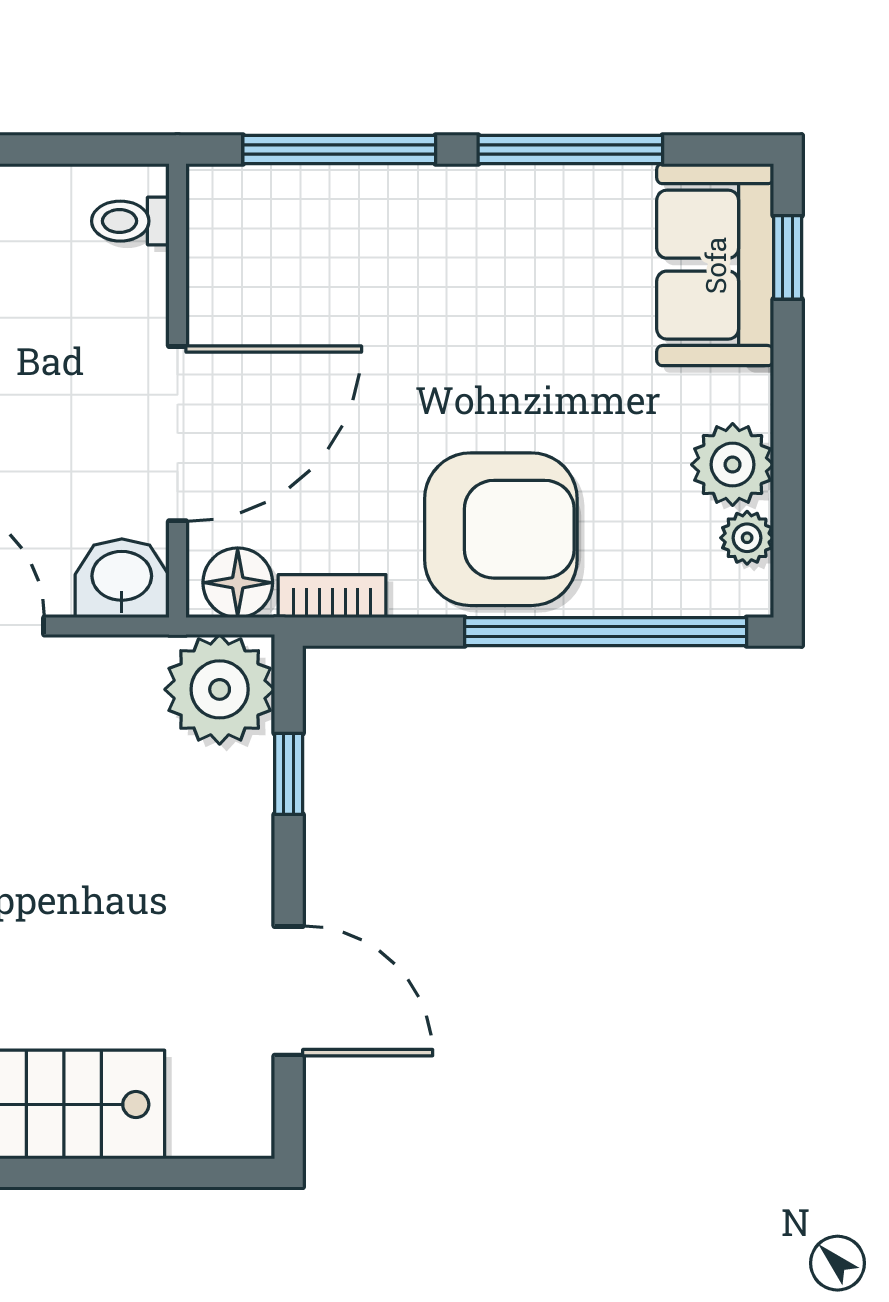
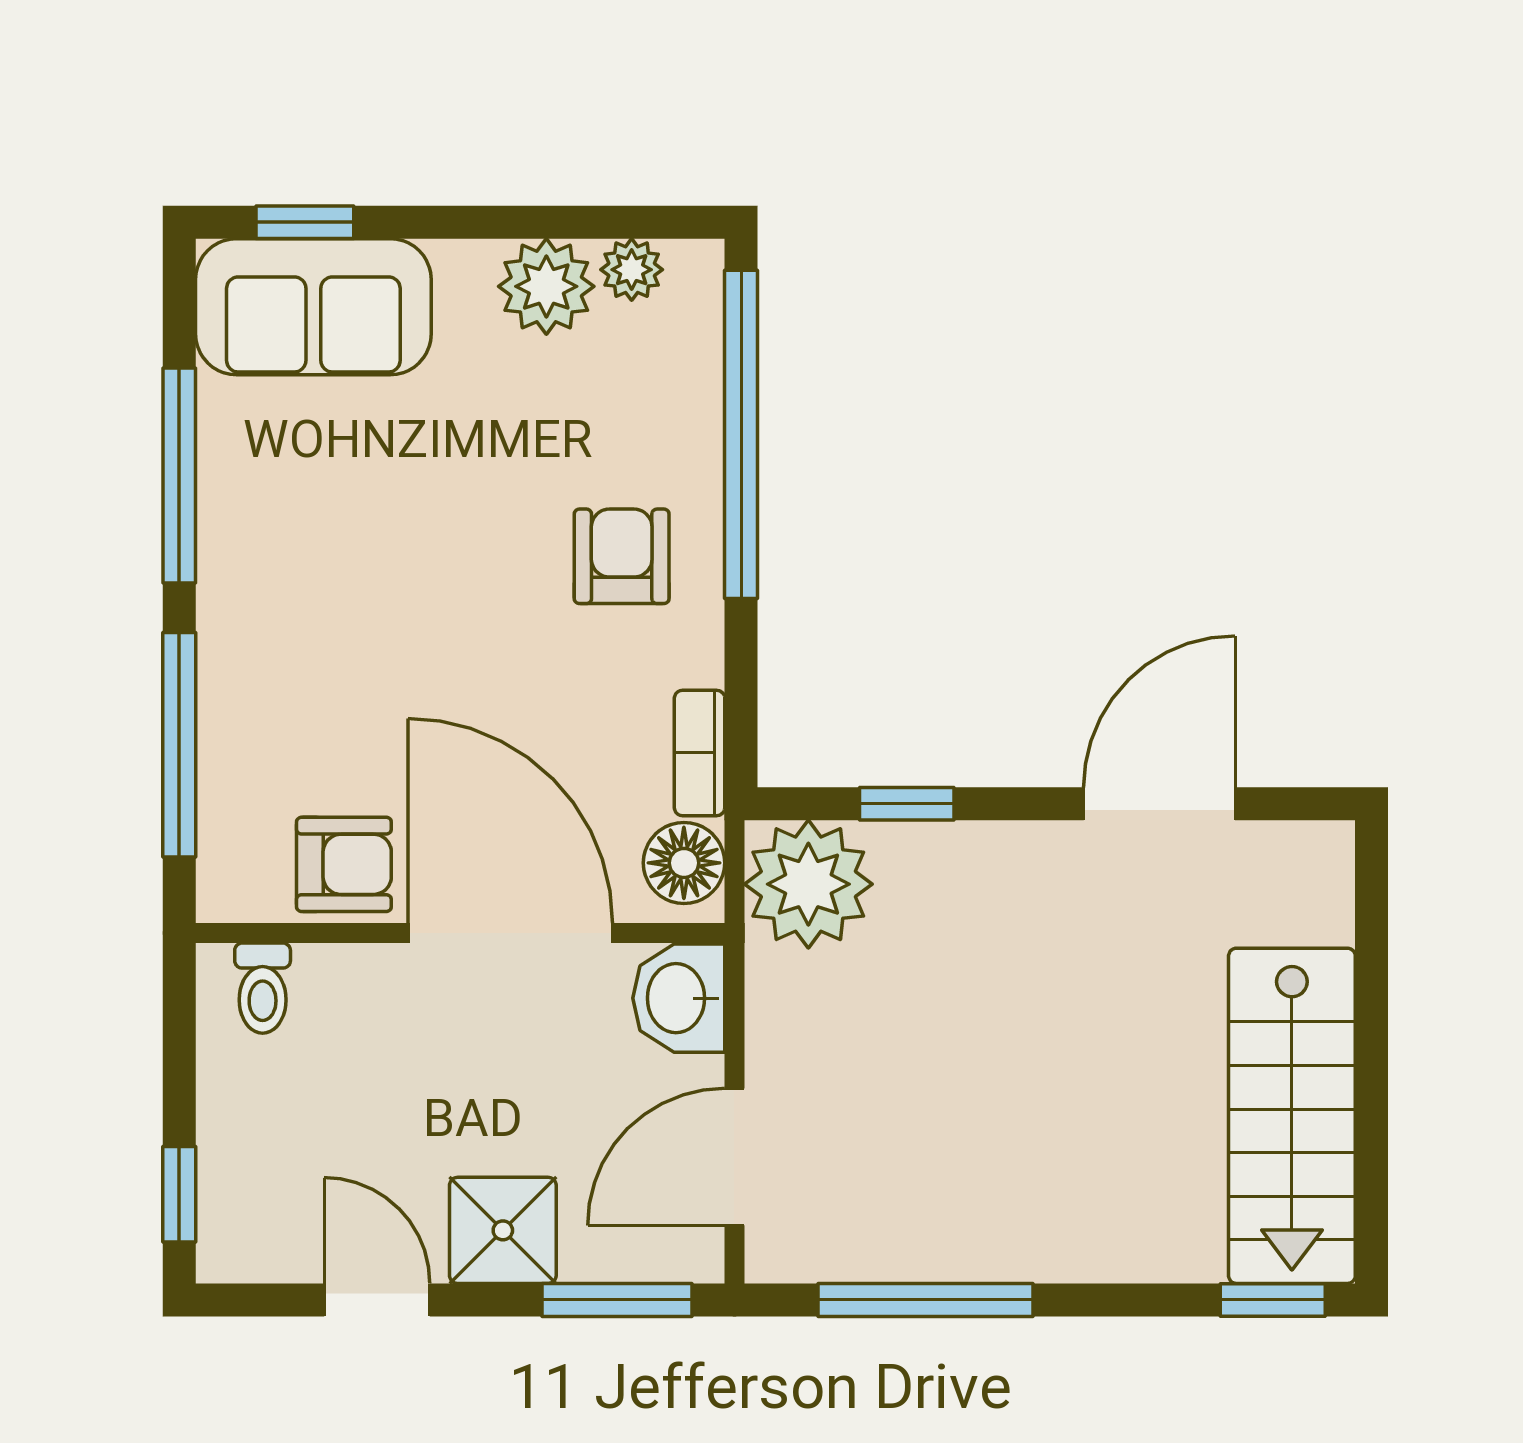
armchair: (237, 291) -> (344, 864), added
armchair: (501, 529) -> (622, 556), width x0.53, depth x0.53

